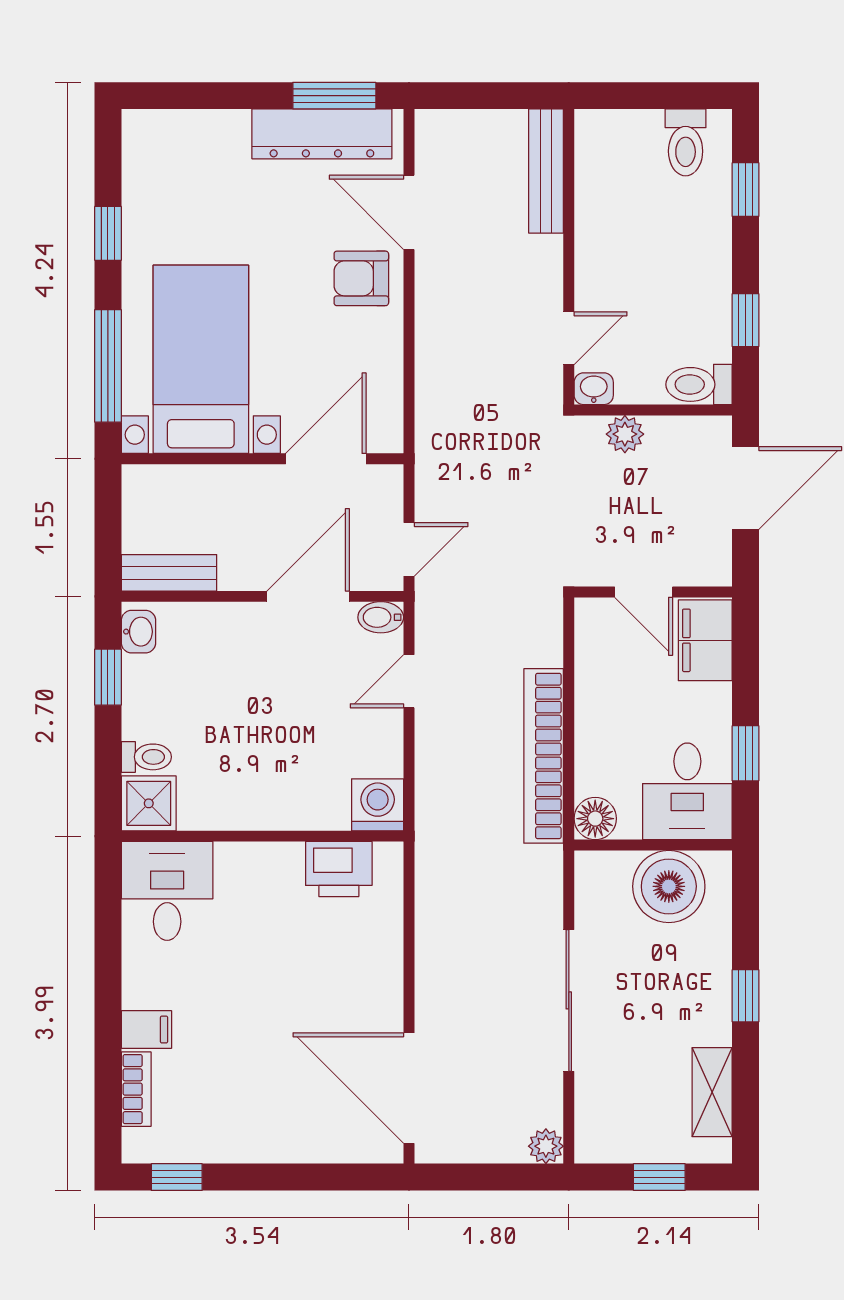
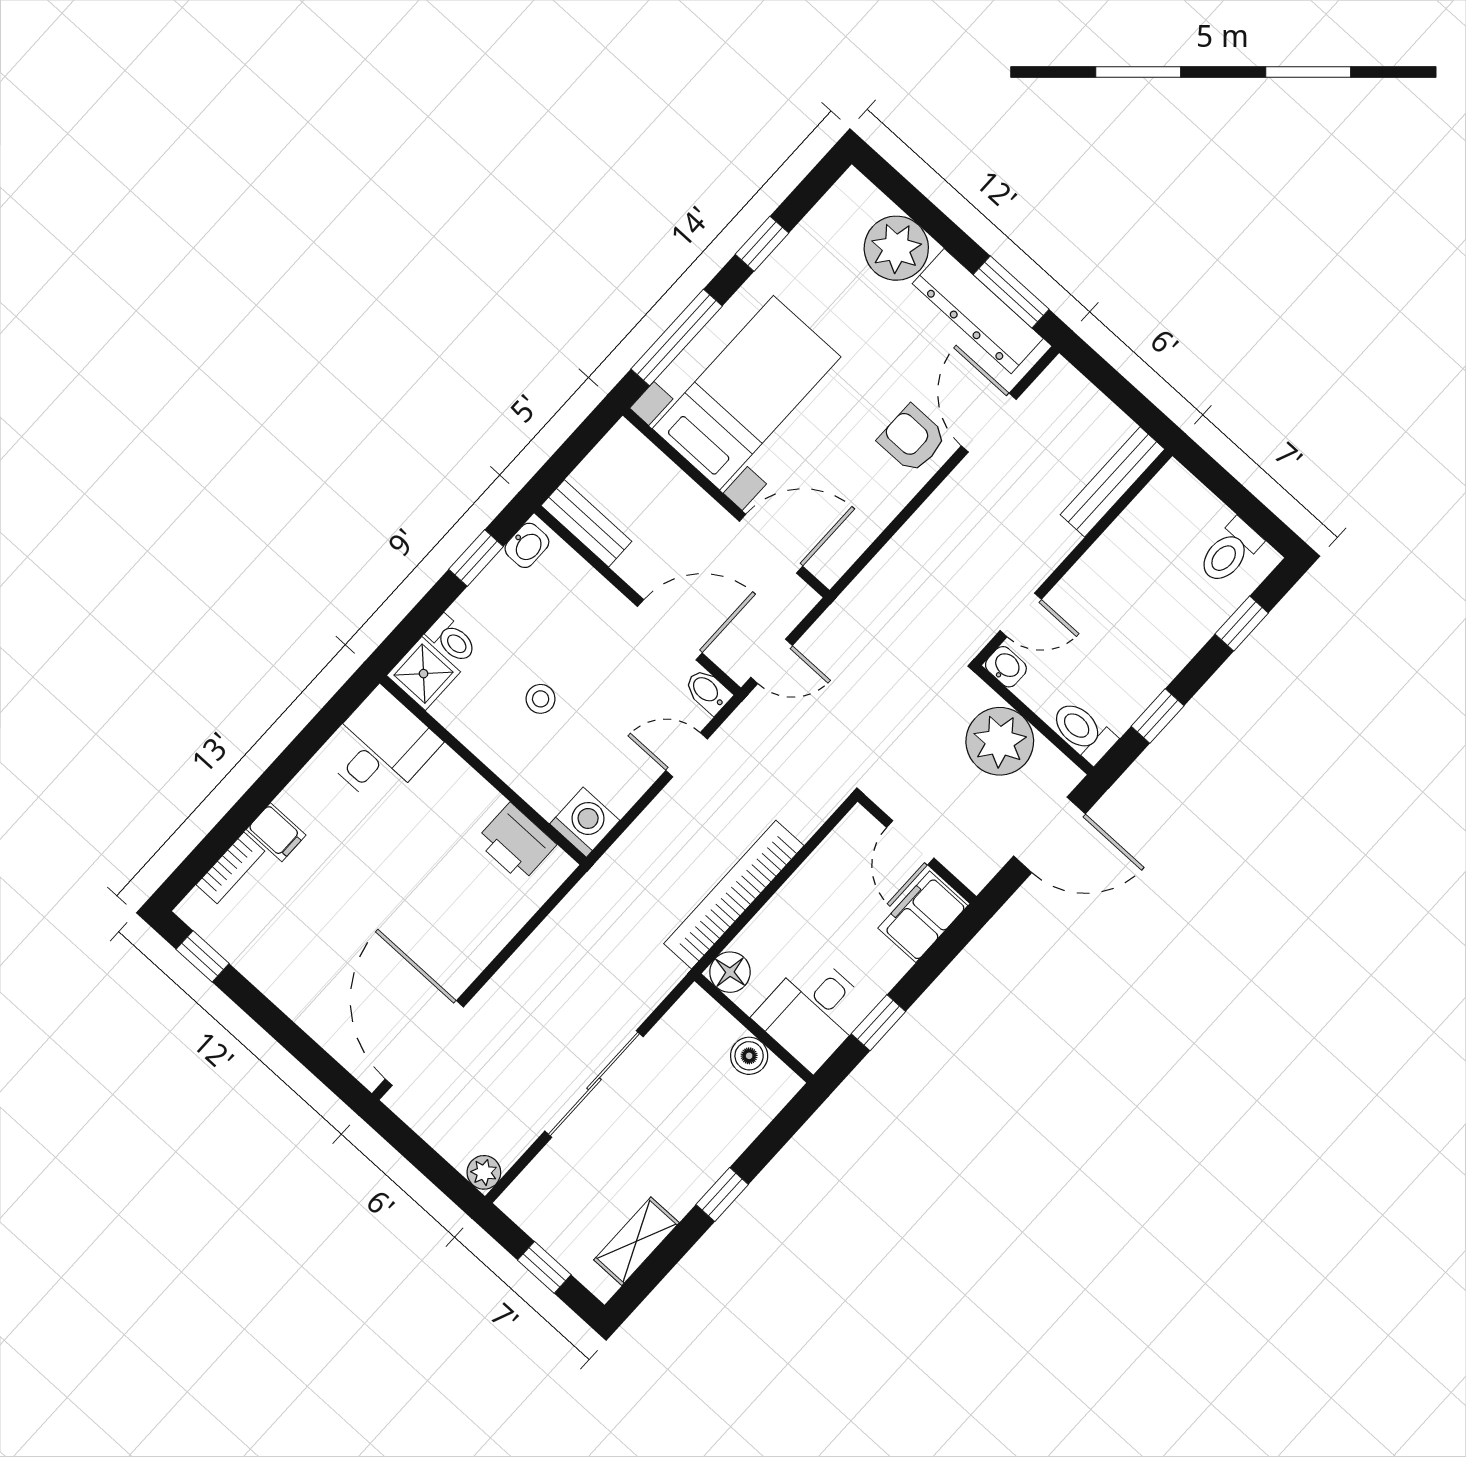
plant: (215, 142) -> (896, 248), added
plant: (625, 434) -> (1000, 741), width x1.88, depth x1.88
stool: (257, 741) -> (541, 699), added
boiler: (669, 886) -> (749, 1056), width x0.54, depth x0.54

